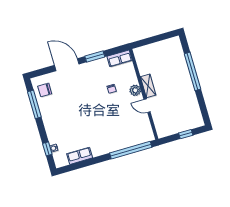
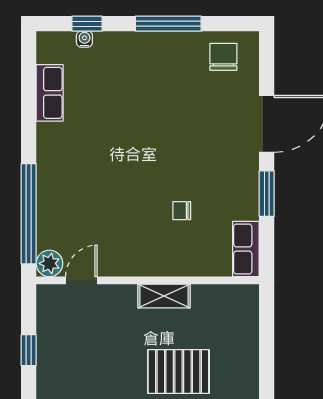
pallet: (177, 71) -> (178, 372), added
plant: (135, 90) -> (49, 263), moved
window: (34, 104) -> (168, 24), moved
door: (147, 106) -> (81, 280), moved

